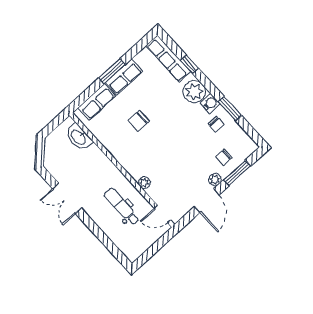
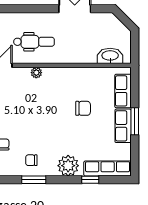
water cooler: (210, 104) -> (50, 169), removed
chair: (139, 121) -> (83, 108), turned 90

